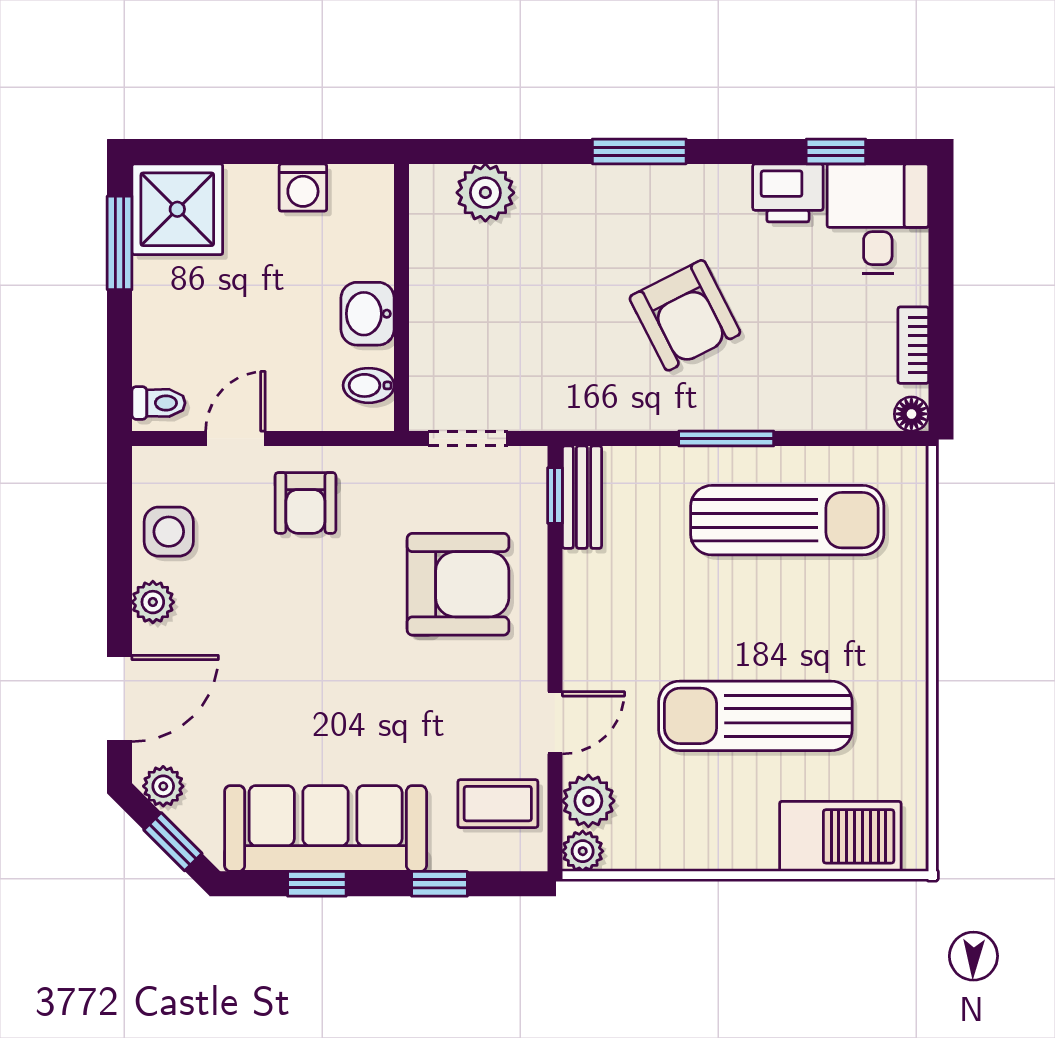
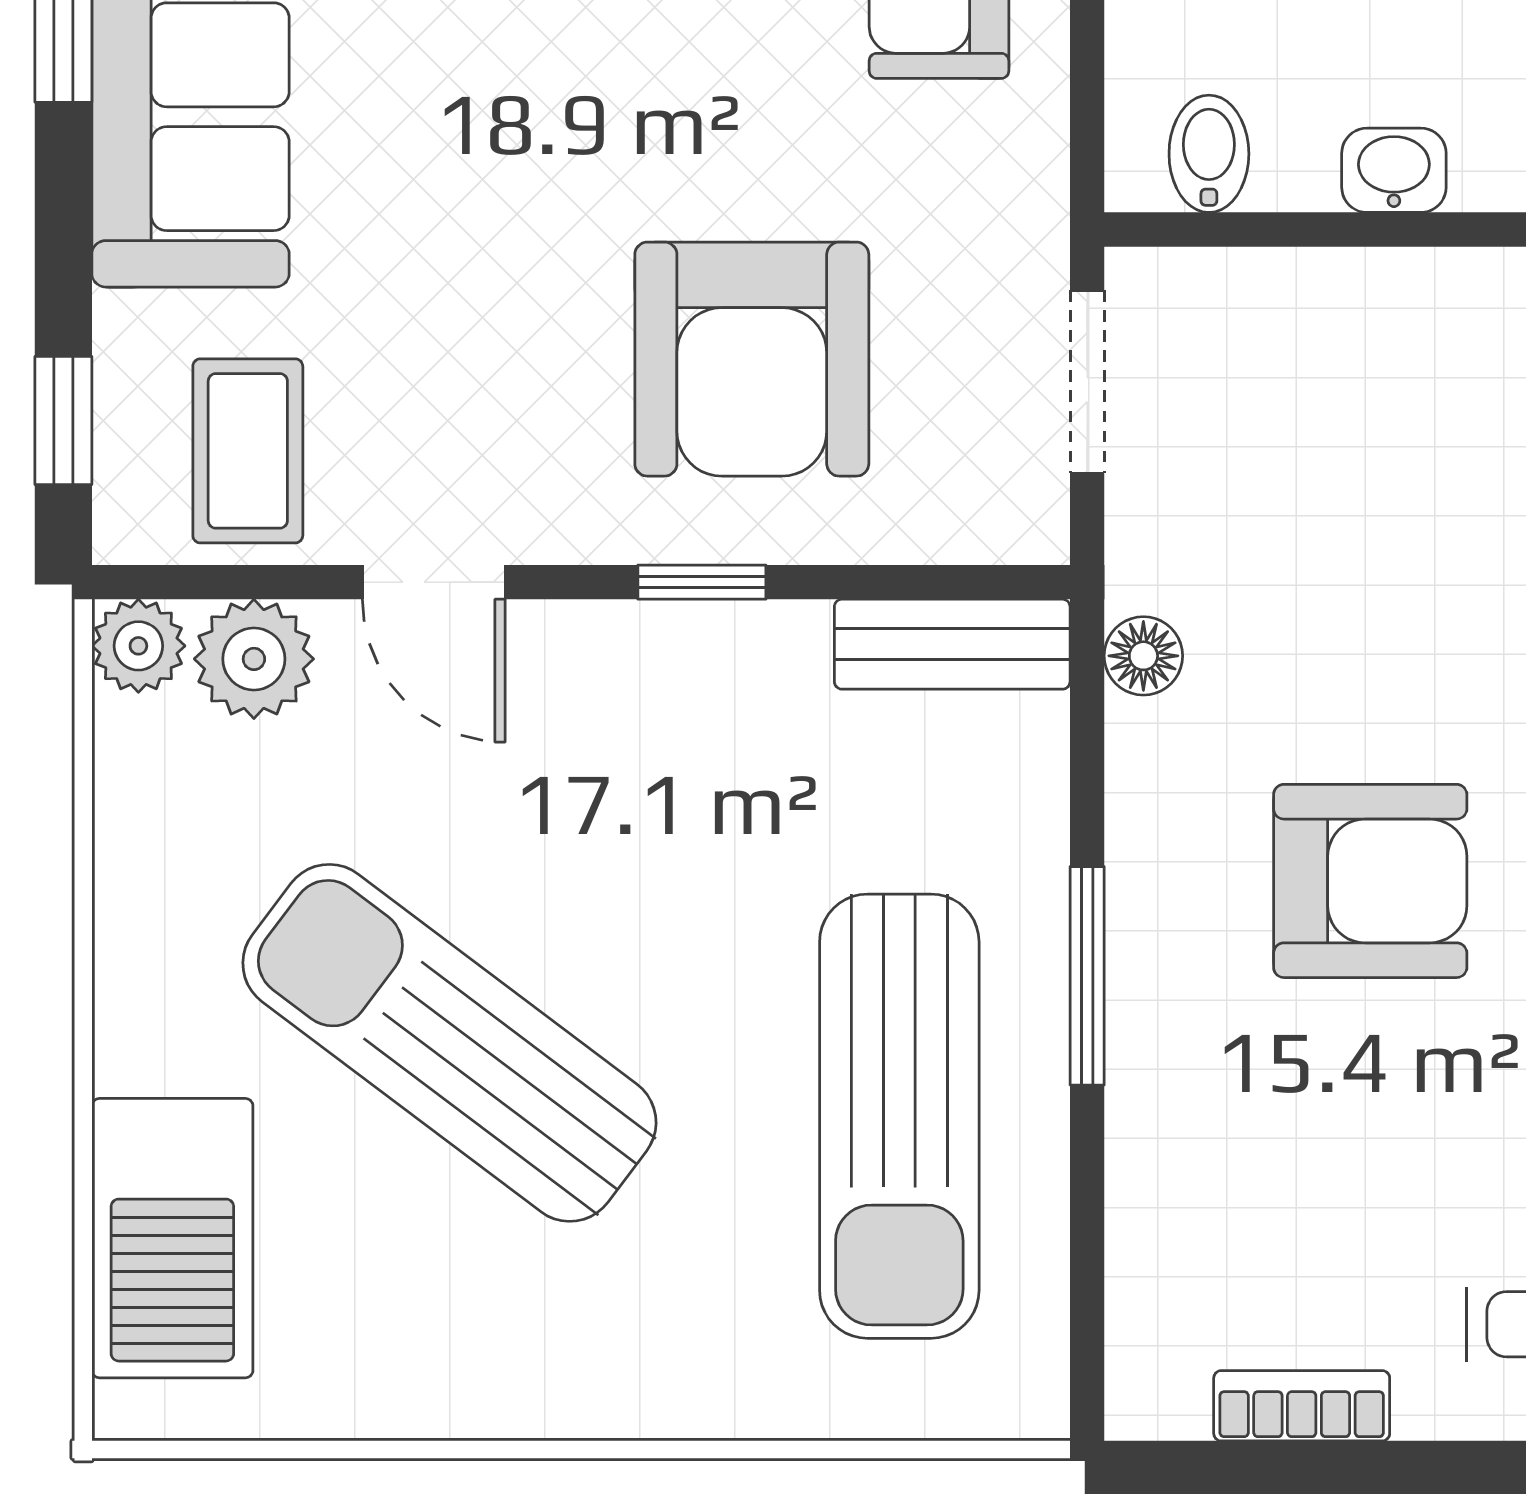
washbasin: (368, 314) -> (1394, 170), width x0.72, depth x0.69
armchair: (685, 315) -> (1370, 881), turned -153
floor lamp: (911, 414) -> (1143, 656), moved
window: (555, 495) -> (702, 582), moved
sun lounger: (755, 716) -> (449, 1043), turned -53
window: (439, 884) -> (63, 420), moved

